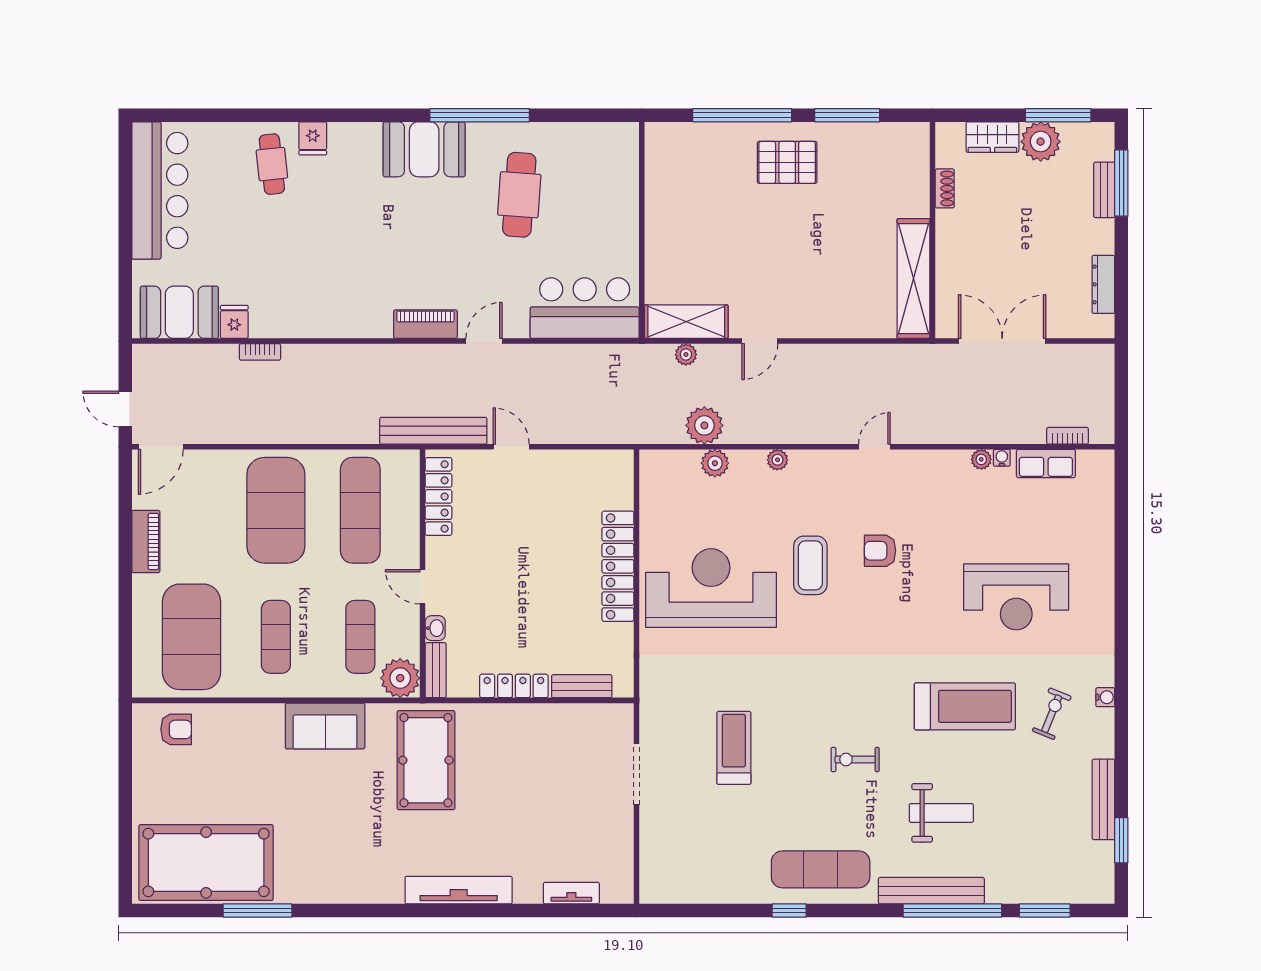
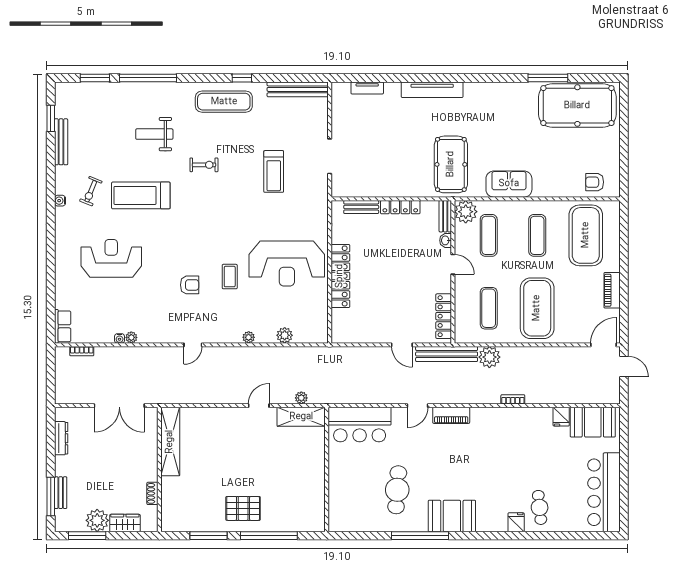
bookcase: (260, 352) -> (513, 399), moved
plant: (704, 425) -> (489, 357), moved
row of seats: (1046, 463) -> (63, 326), moved, turned 90
exercise mat: (360, 510) -> (489, 308), width x0.73, depth x0.69
coffee table: (810, 565) -> (230, 277), width x0.73, depth x0.77
bench: (931, 891) -> (298, 89), moved

